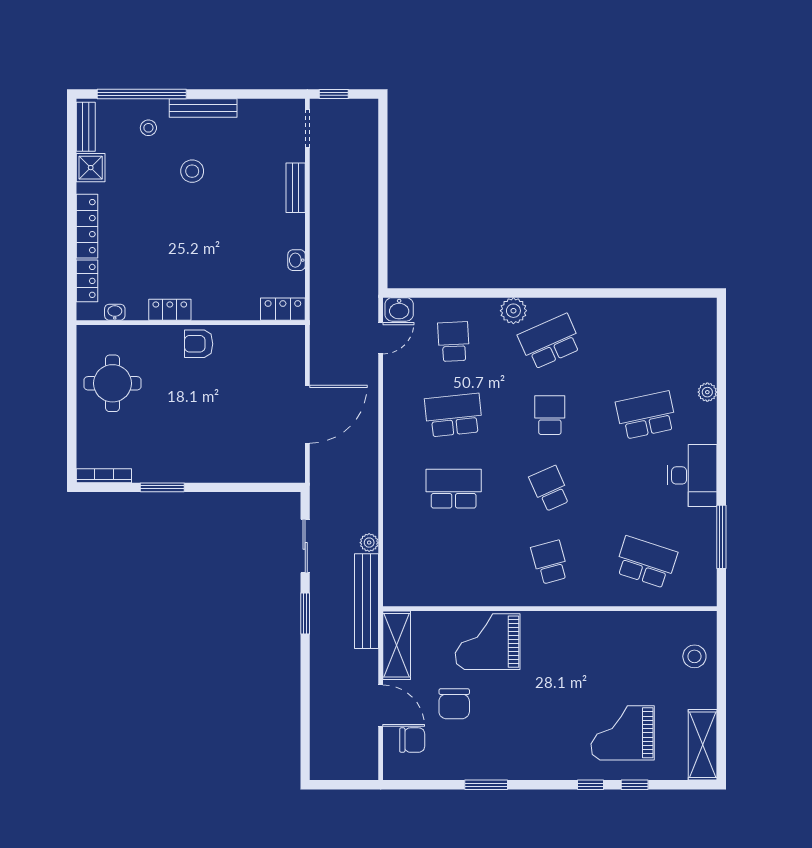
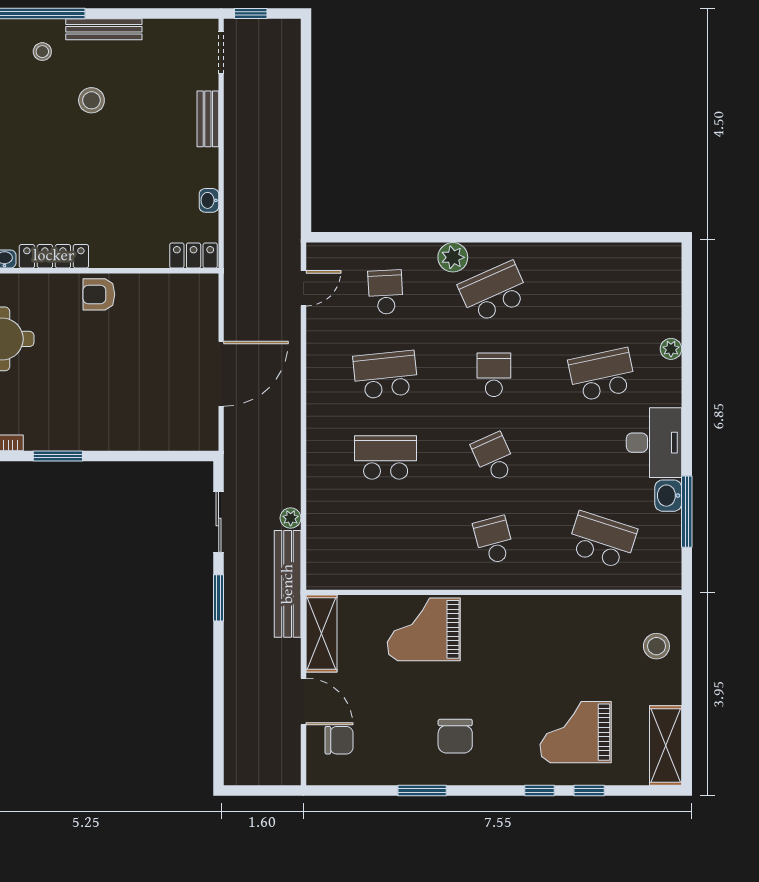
washbasin: (399, 309) -> (668, 496), moved, turned 90
locker: (170, 310) -> (54, 256), width x1.53
chair: (454, 704) -> (455, 736), moved

